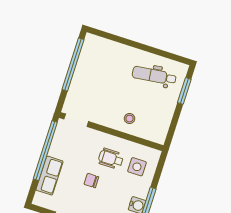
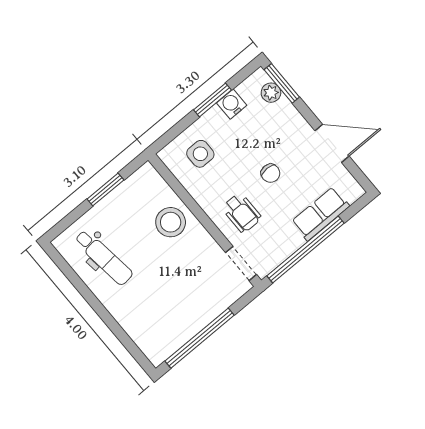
window: (184, 91) -> (105, 189), moved
stool: (130, 119) -> (171, 222), width x1.89, depth x1.89
wheelchair: (111, 159) -> (242, 213), moved

